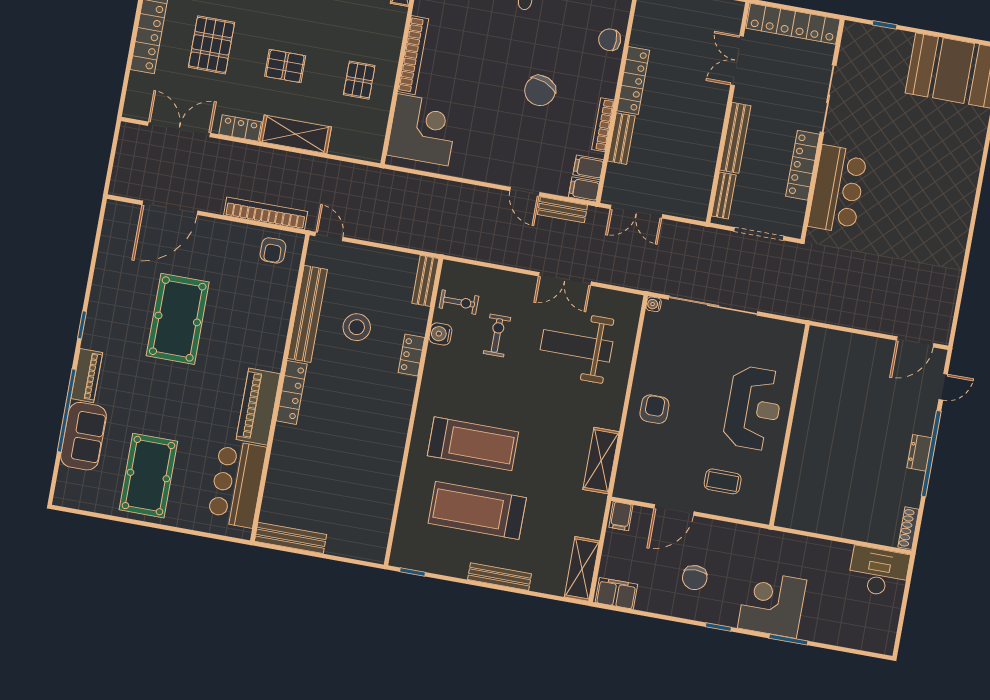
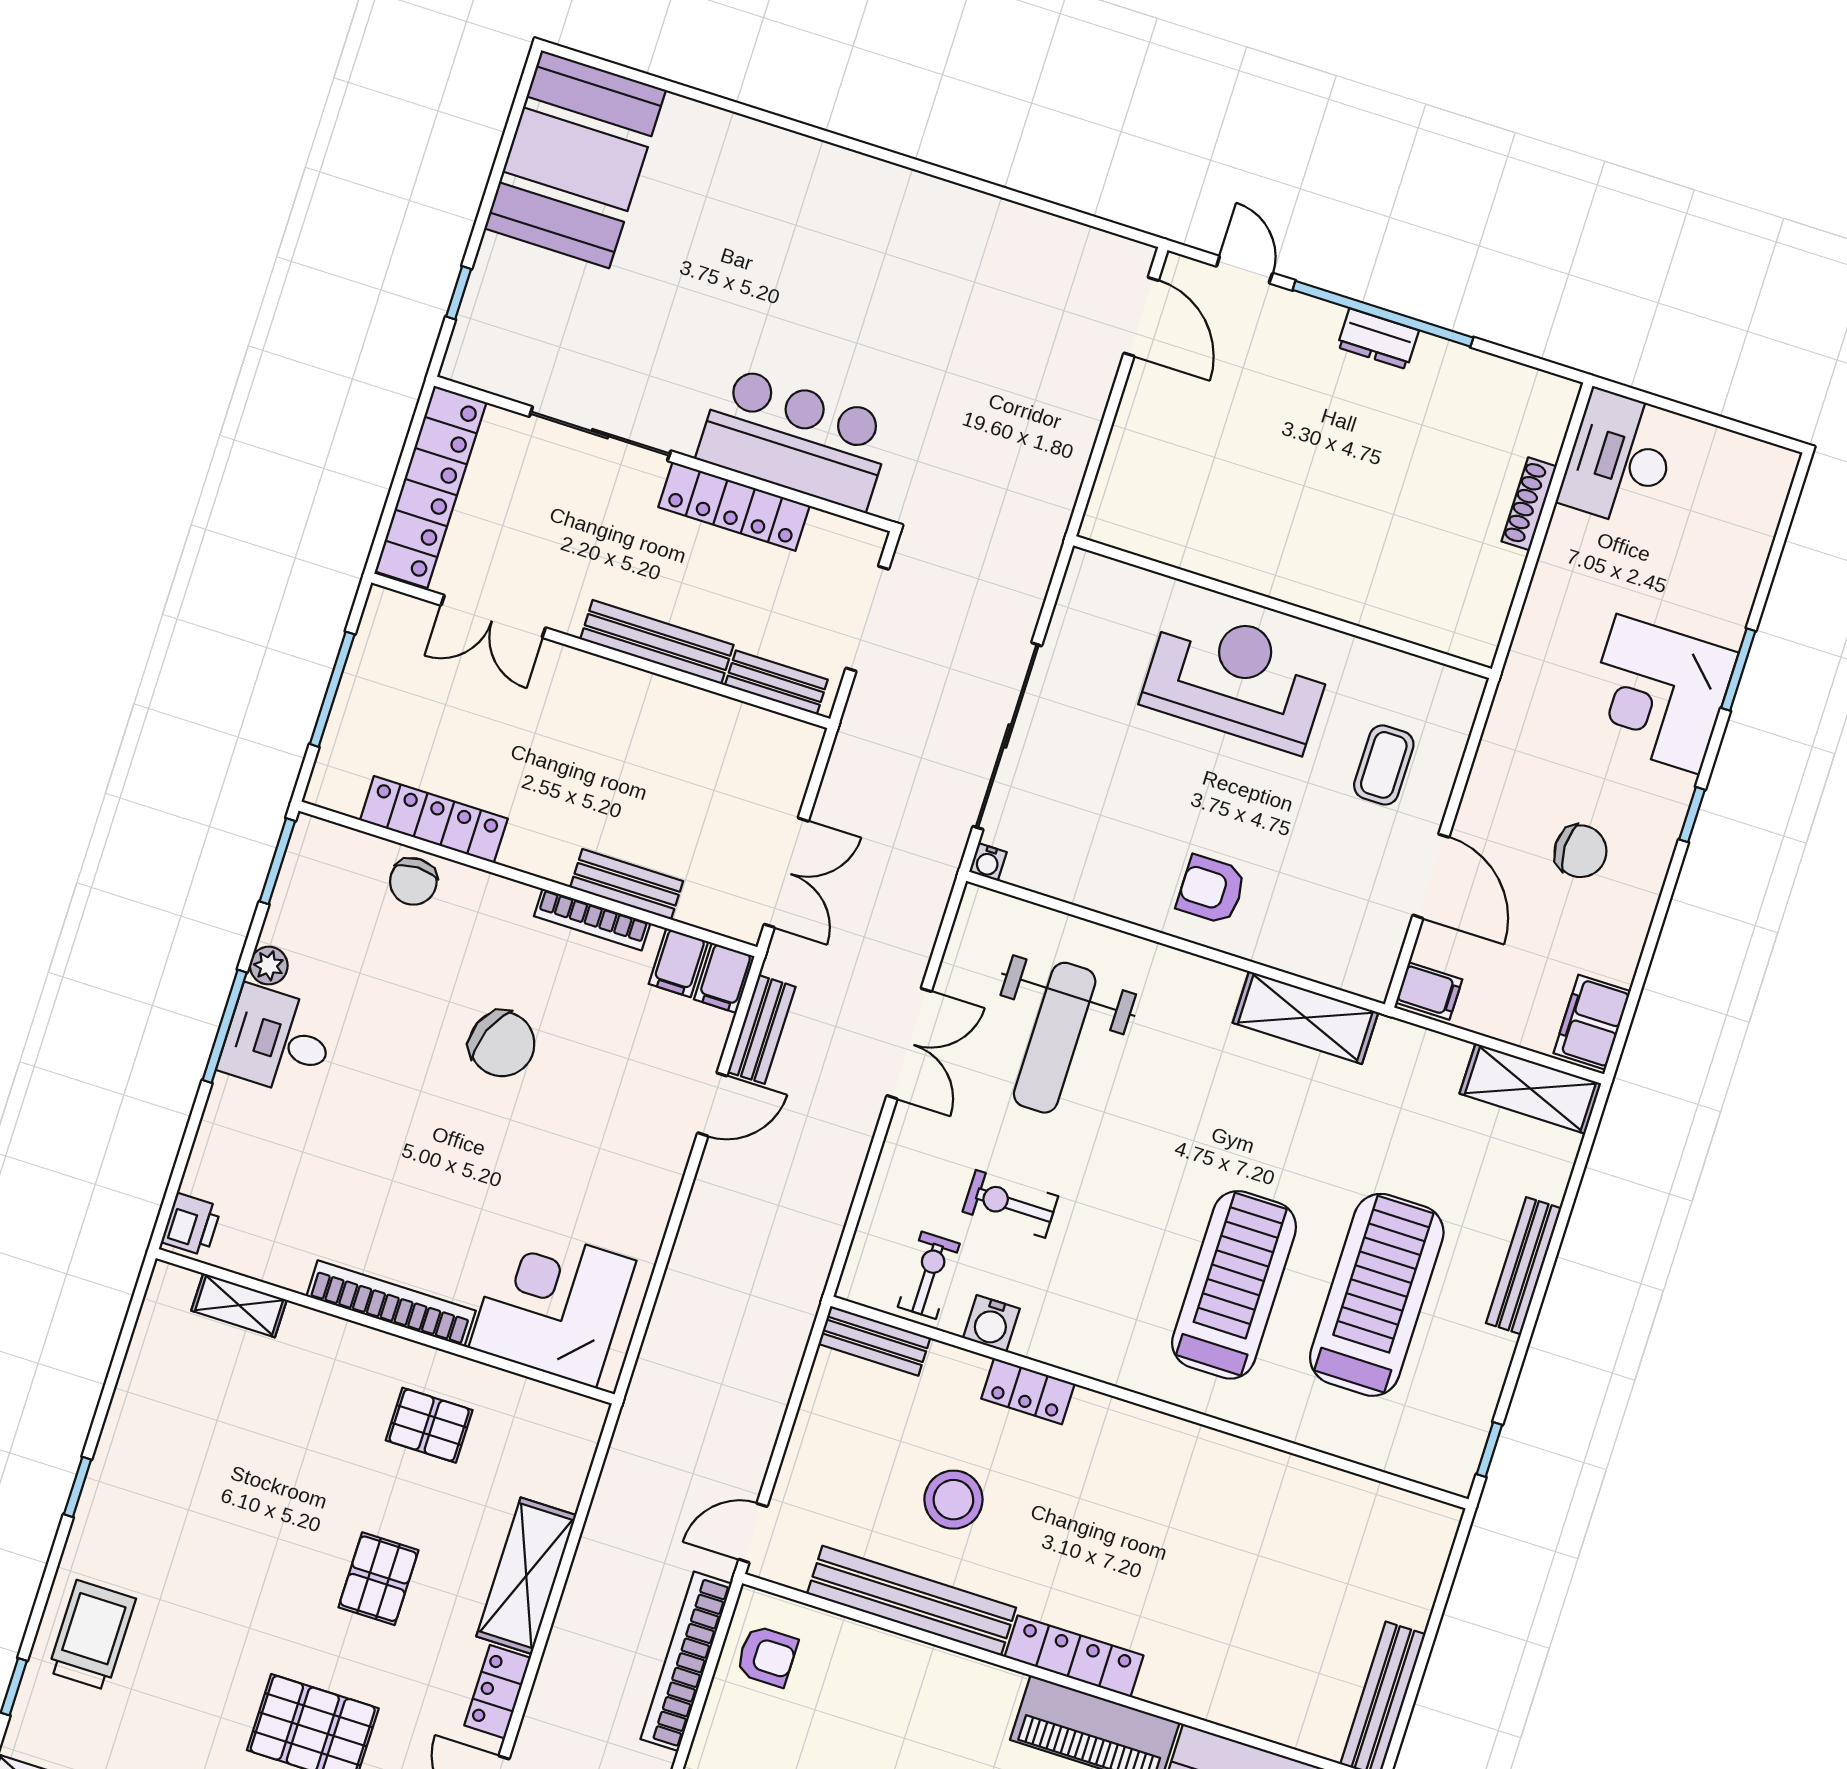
locker: (633, 81) -> (434, 820), moved
treadmill: (477, 510) -> (1377, 1295), turned 180
shoe rack: (908, 528) -> (1529, 504), moved, turned 90

